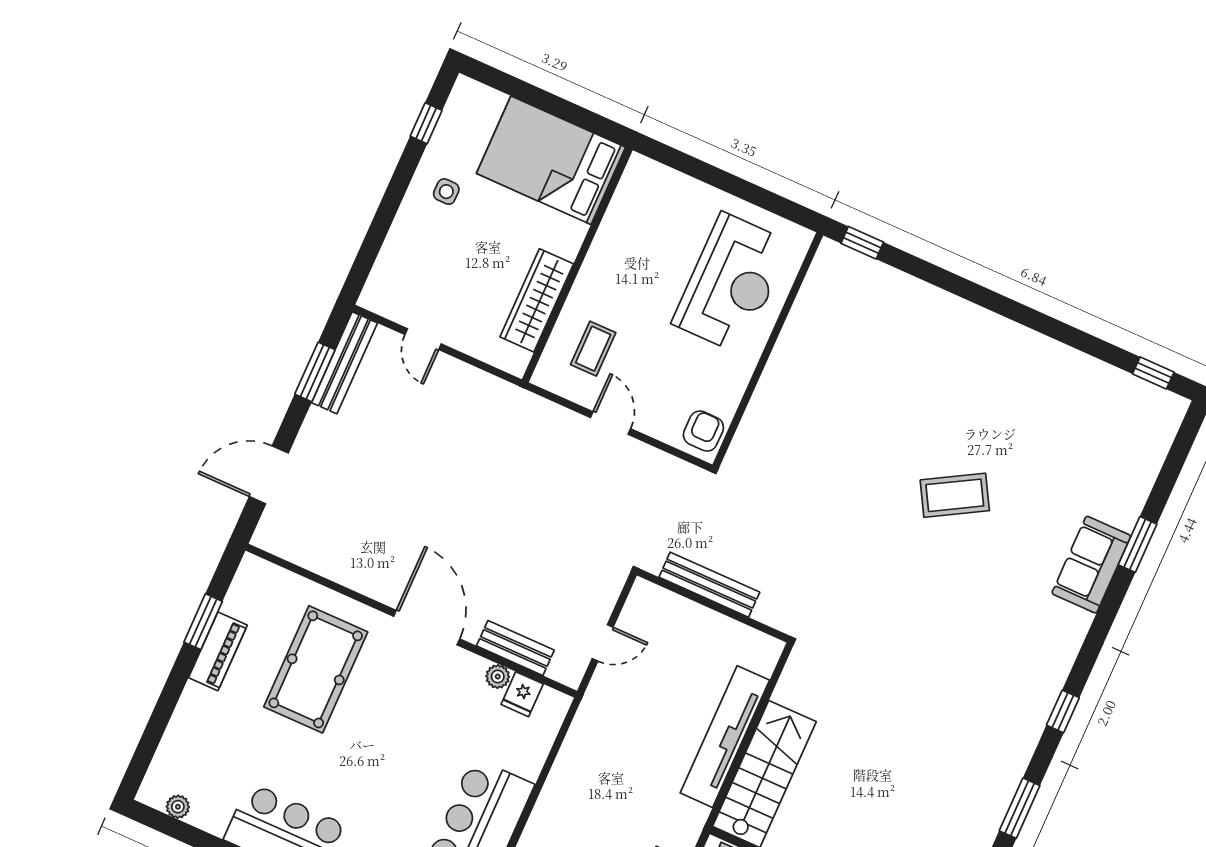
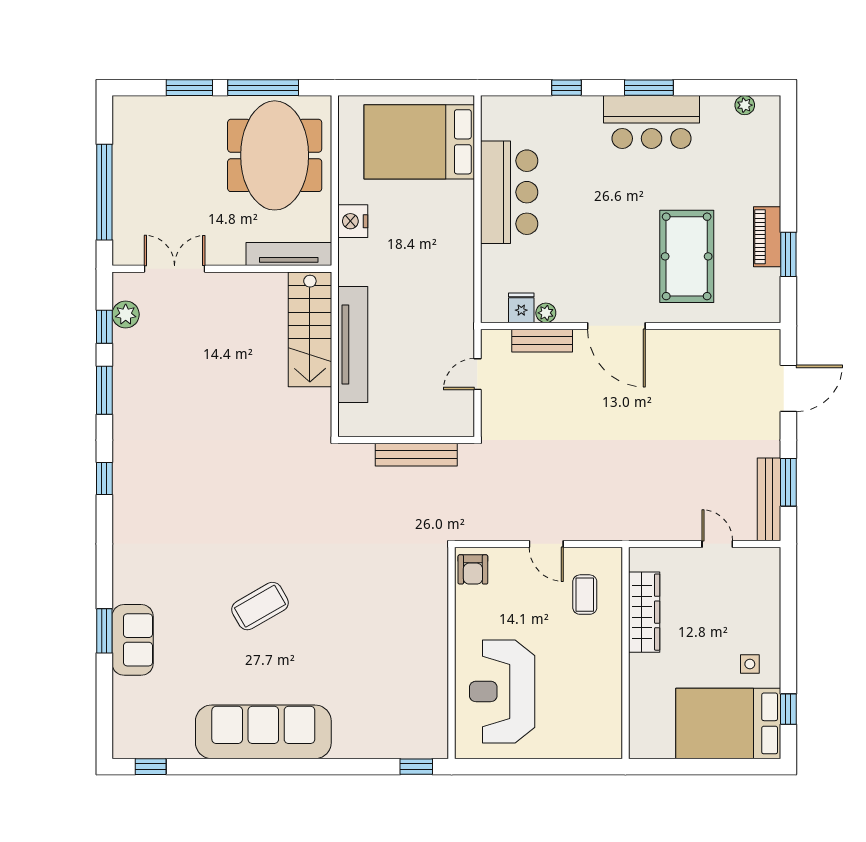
bed: (551, 160) -> (728, 723), moved, turned 180
sofa: (1013, 356) -> (263, 732), added
sofa: (1091, 565) -> (133, 640), moved

